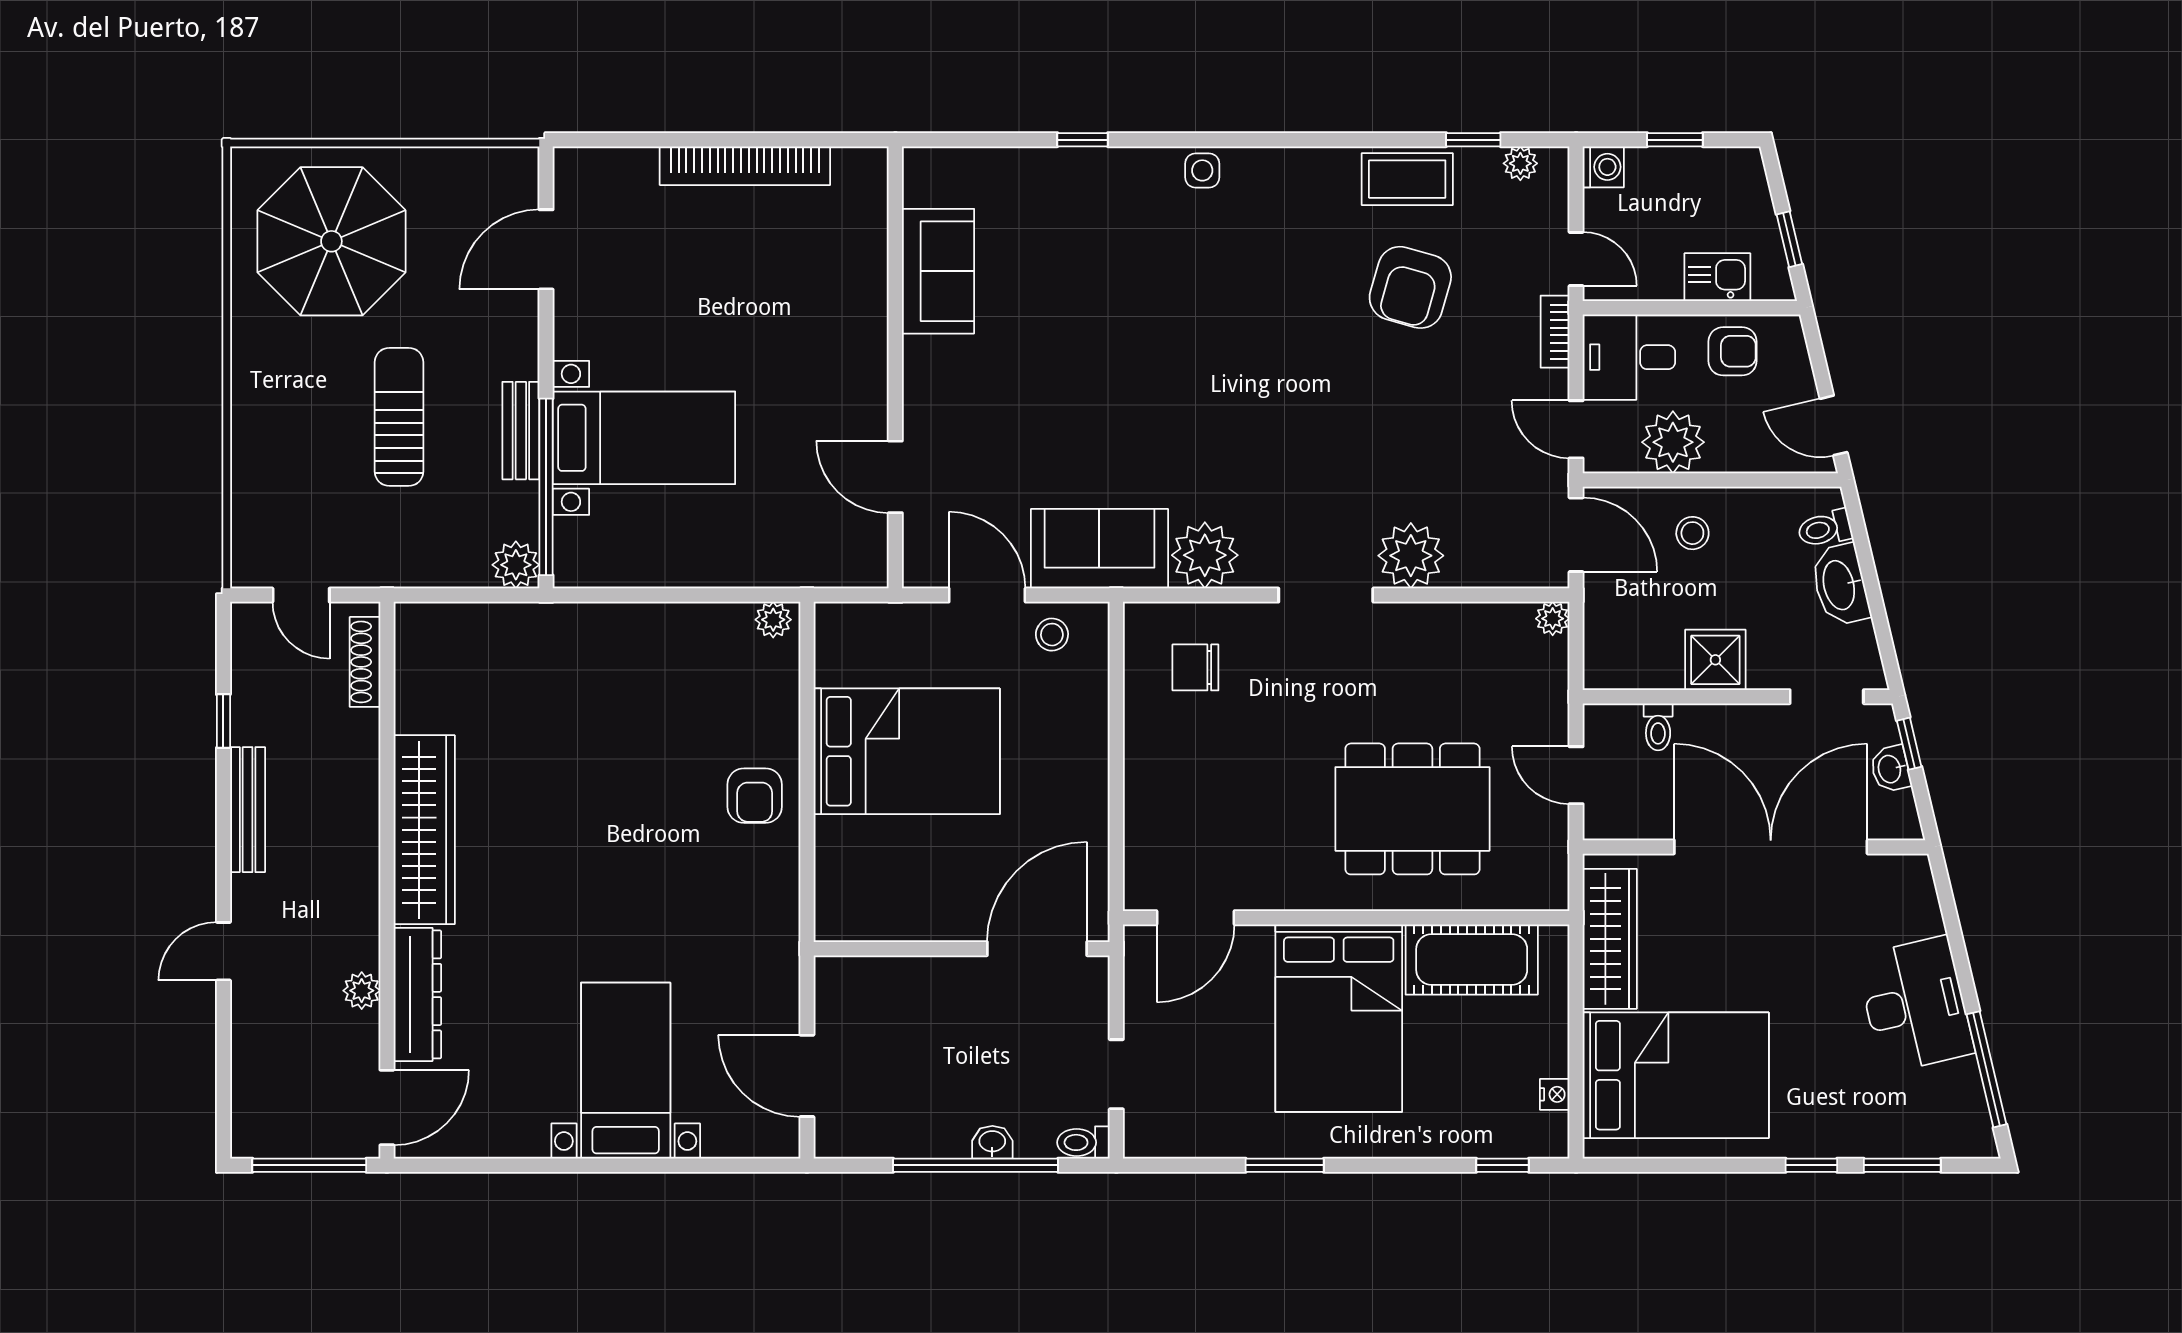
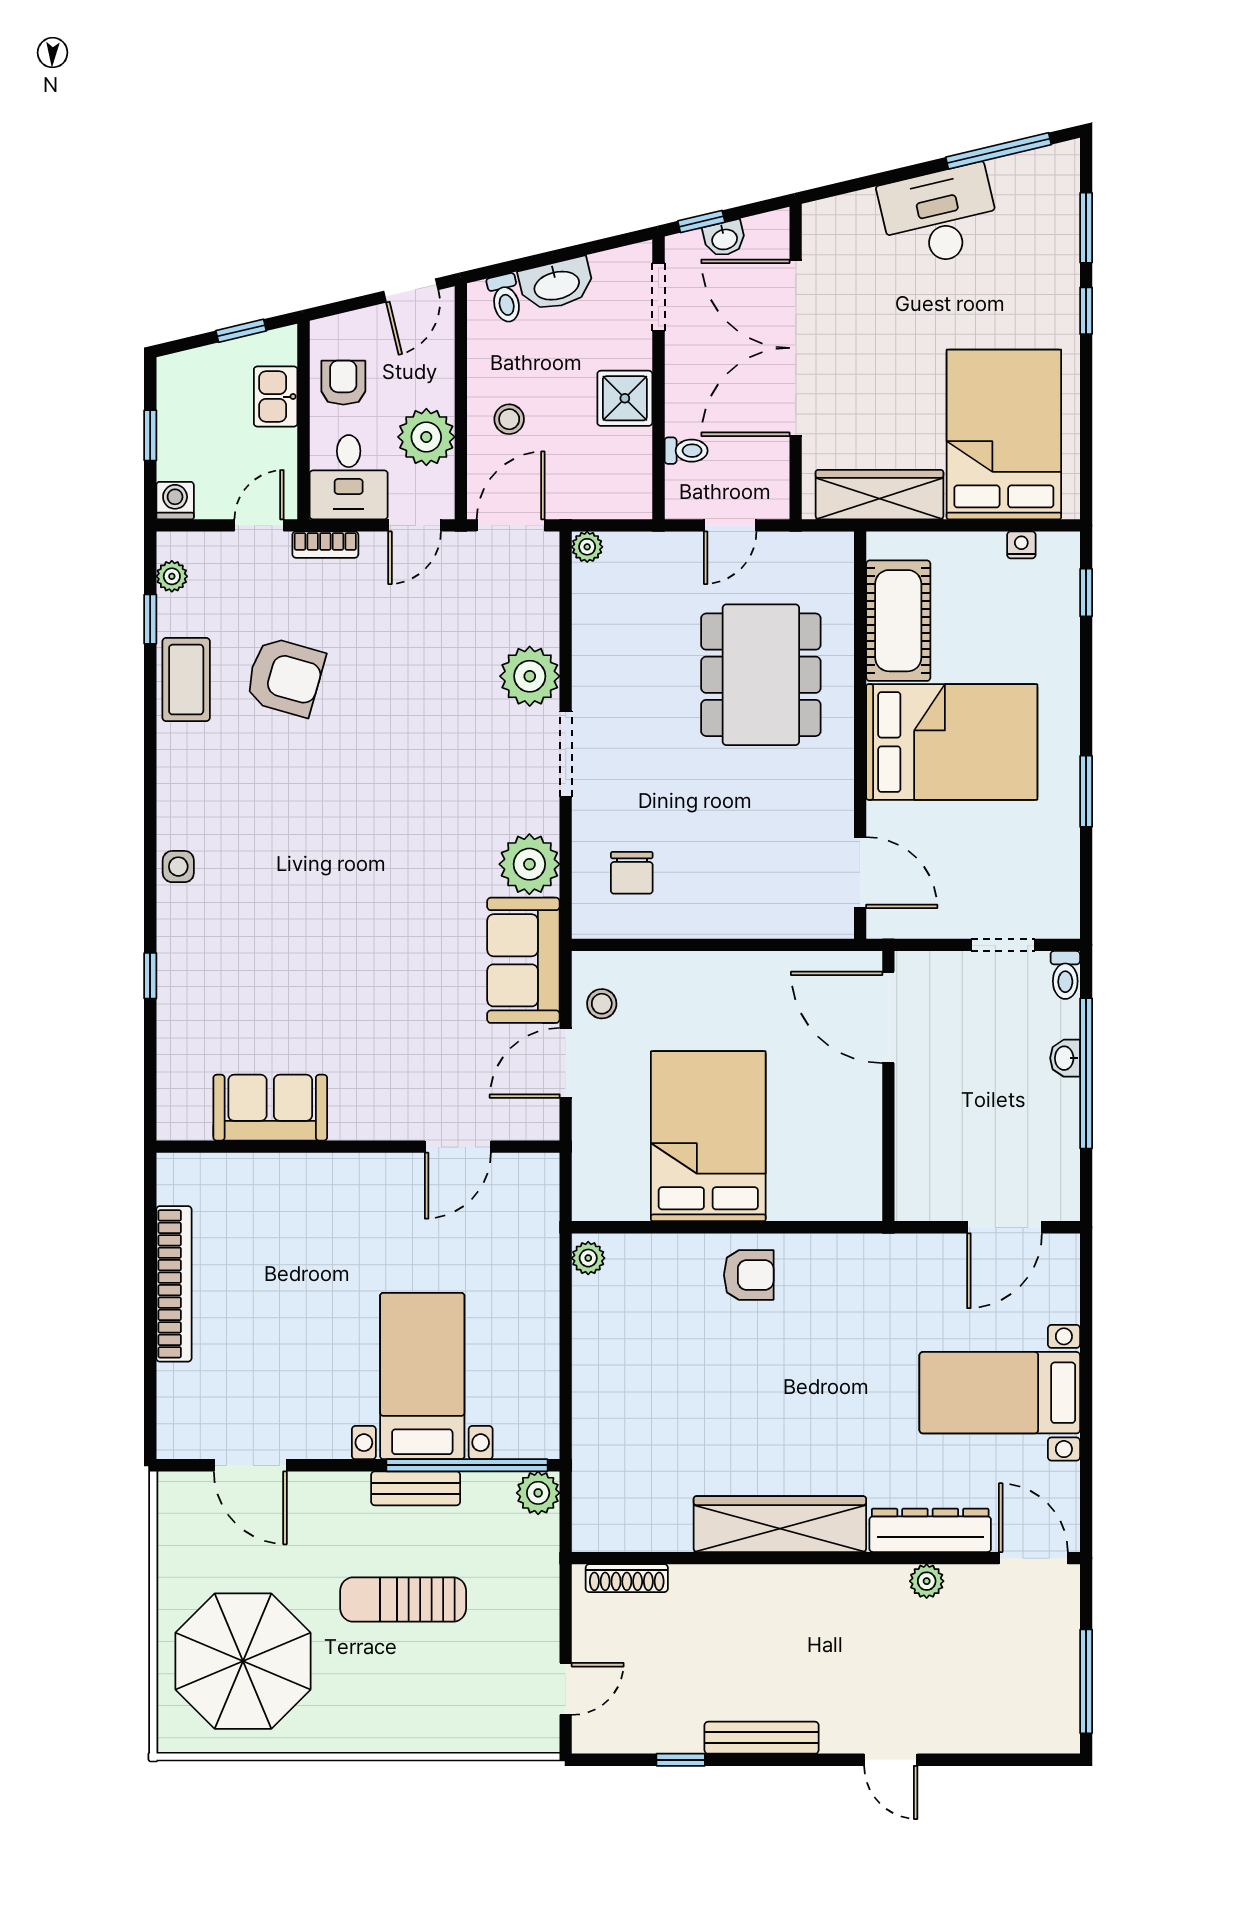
shoe rack: (365, 662) -> (627, 1578), moved
wardrobe: (424, 830) -> (780, 1524), moved
wall: (387, 880) -> (826, 1558), moved
plant: (362, 991) -> (927, 1581), moved
dresser: (417, 994) -> (930, 1530), moved
door: (387, 1108) -> (1033, 1558), moved

